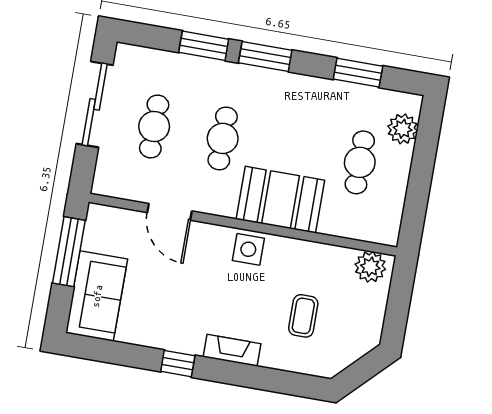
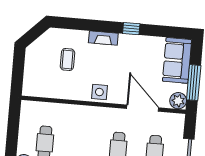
booth: (280, 200) -> (85, 120), removed
door: (169, 212) -> (143, 108), width x1.36
plant: (370, 267) -> (178, 101), moved

